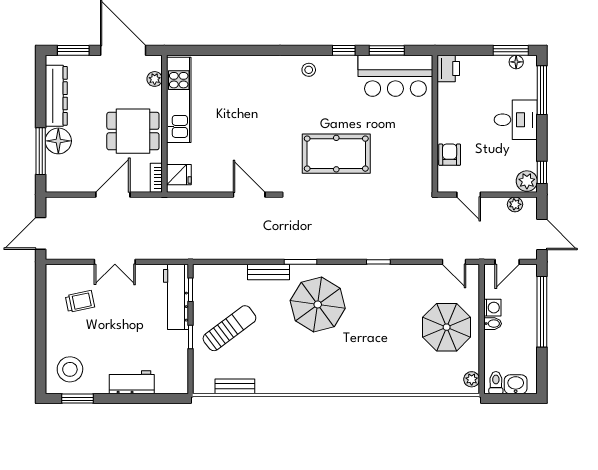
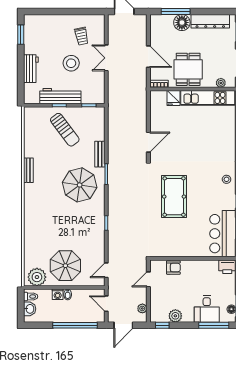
desk: (516, 120) -> (207, 309), moved
fridge: (179, 175) -> (174, 98), moved
plant: (527, 181) -> (175, 316), moved
workbench: (176, 297) -> (60, 96), moved
washing machine: (492, 308) -> (58, 294), moved
stool: (70, 369) -> (71, 63), moved
plant: (472, 379) -> (37, 277), width x1.87, depth x1.87
bench: (235, 386) -> (28, 170), moved

